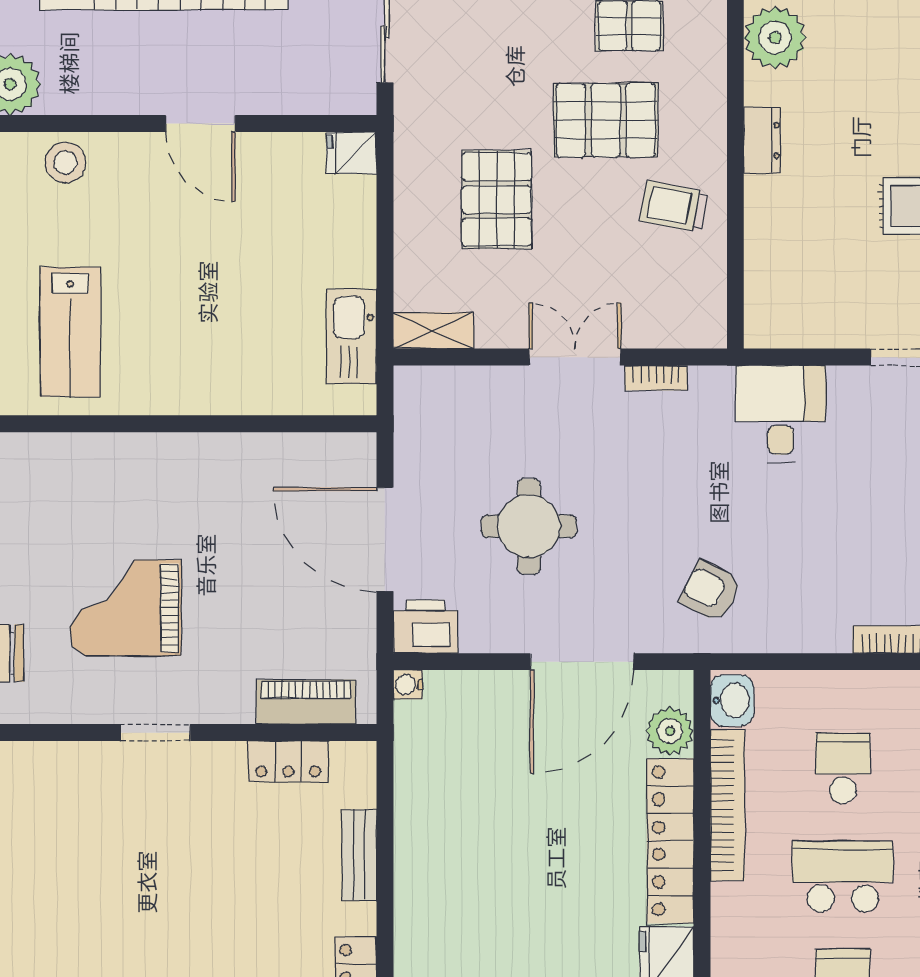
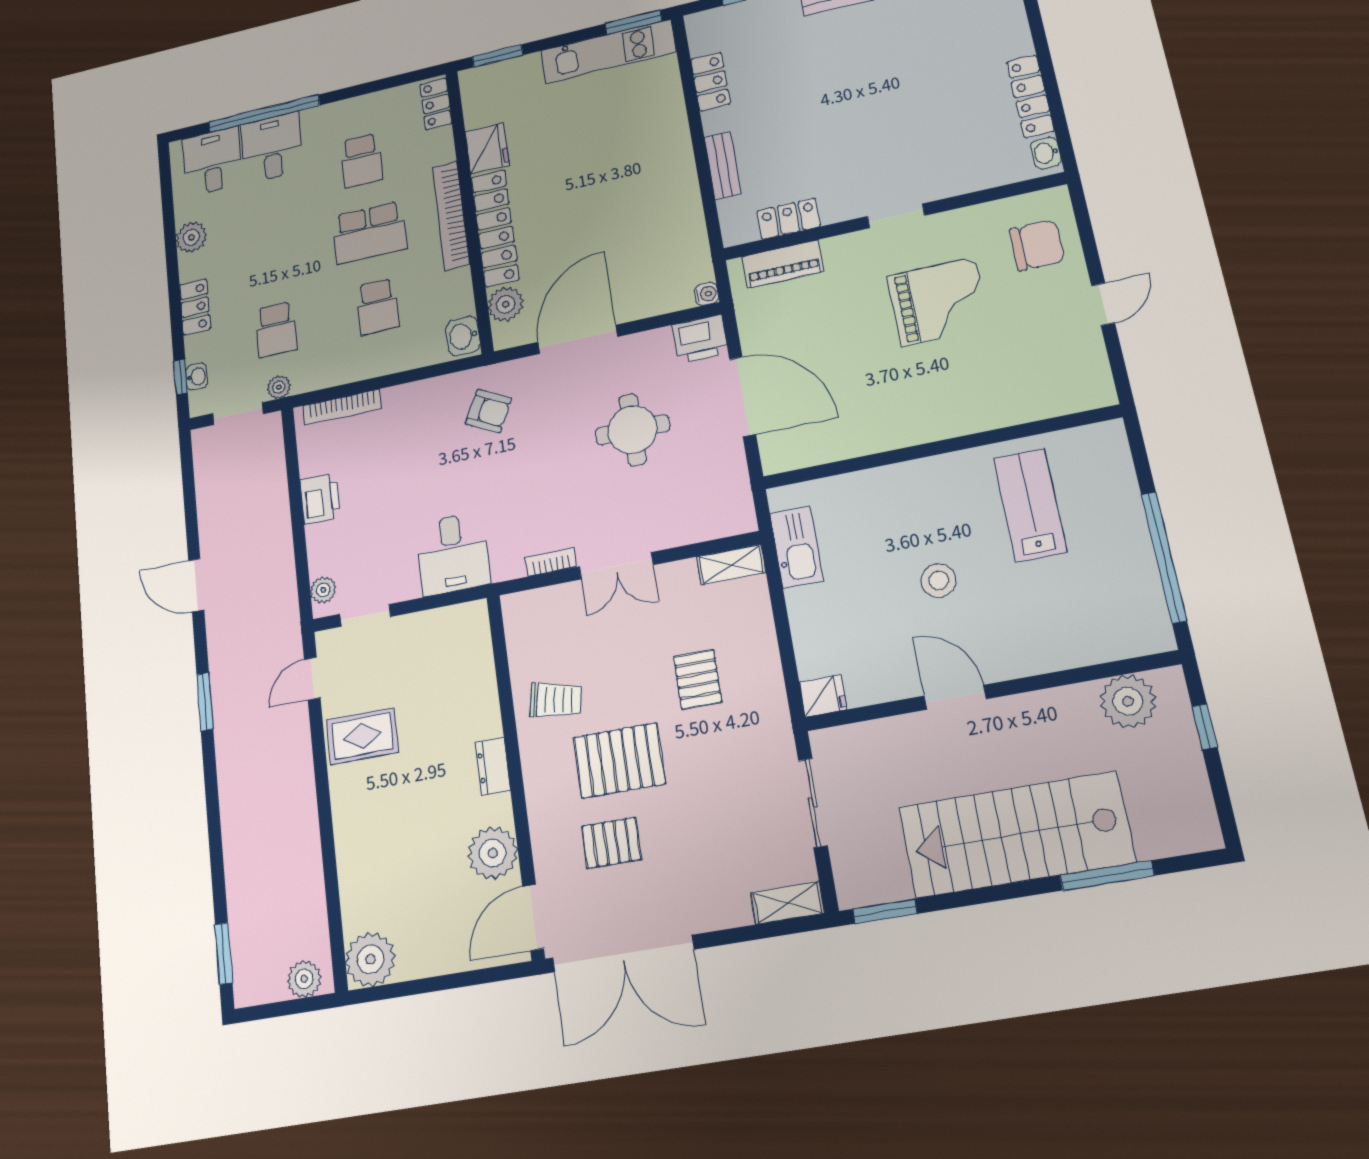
stool: (65, 163) -> (939, 581), moved
pallet: (497, 199) -> (698, 679), width x0.67, depth x0.71
bookcase: (728, 805) -> (451, 215), moved

